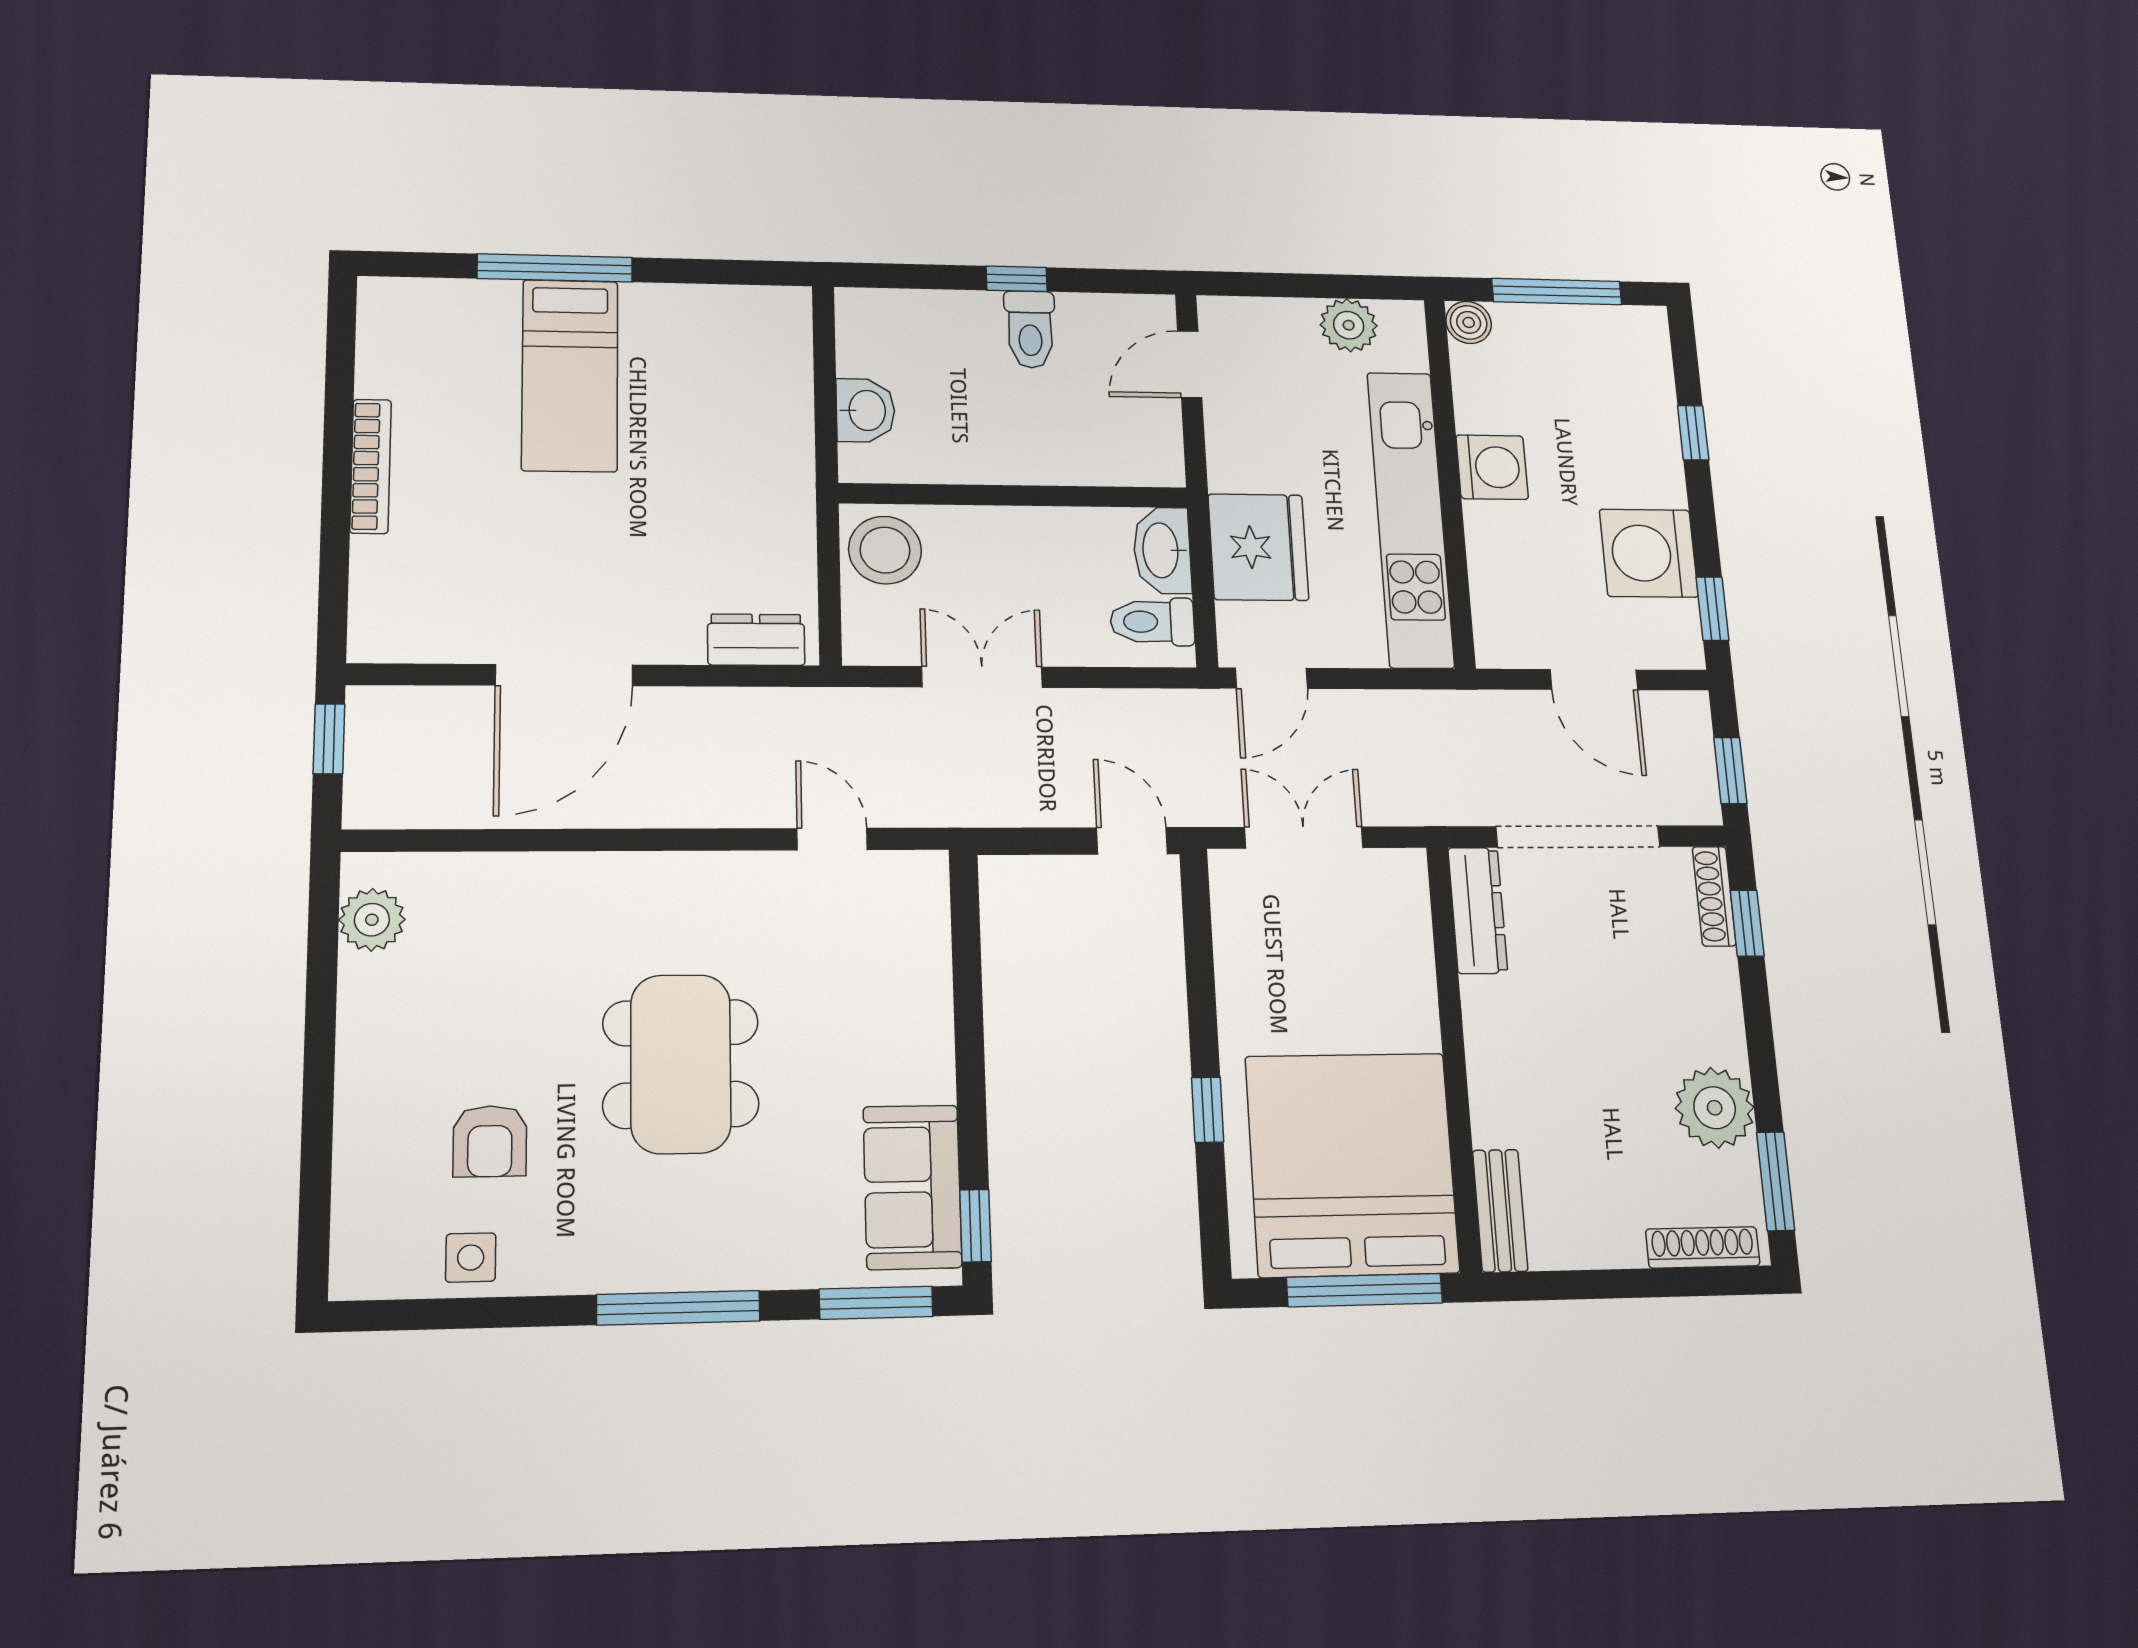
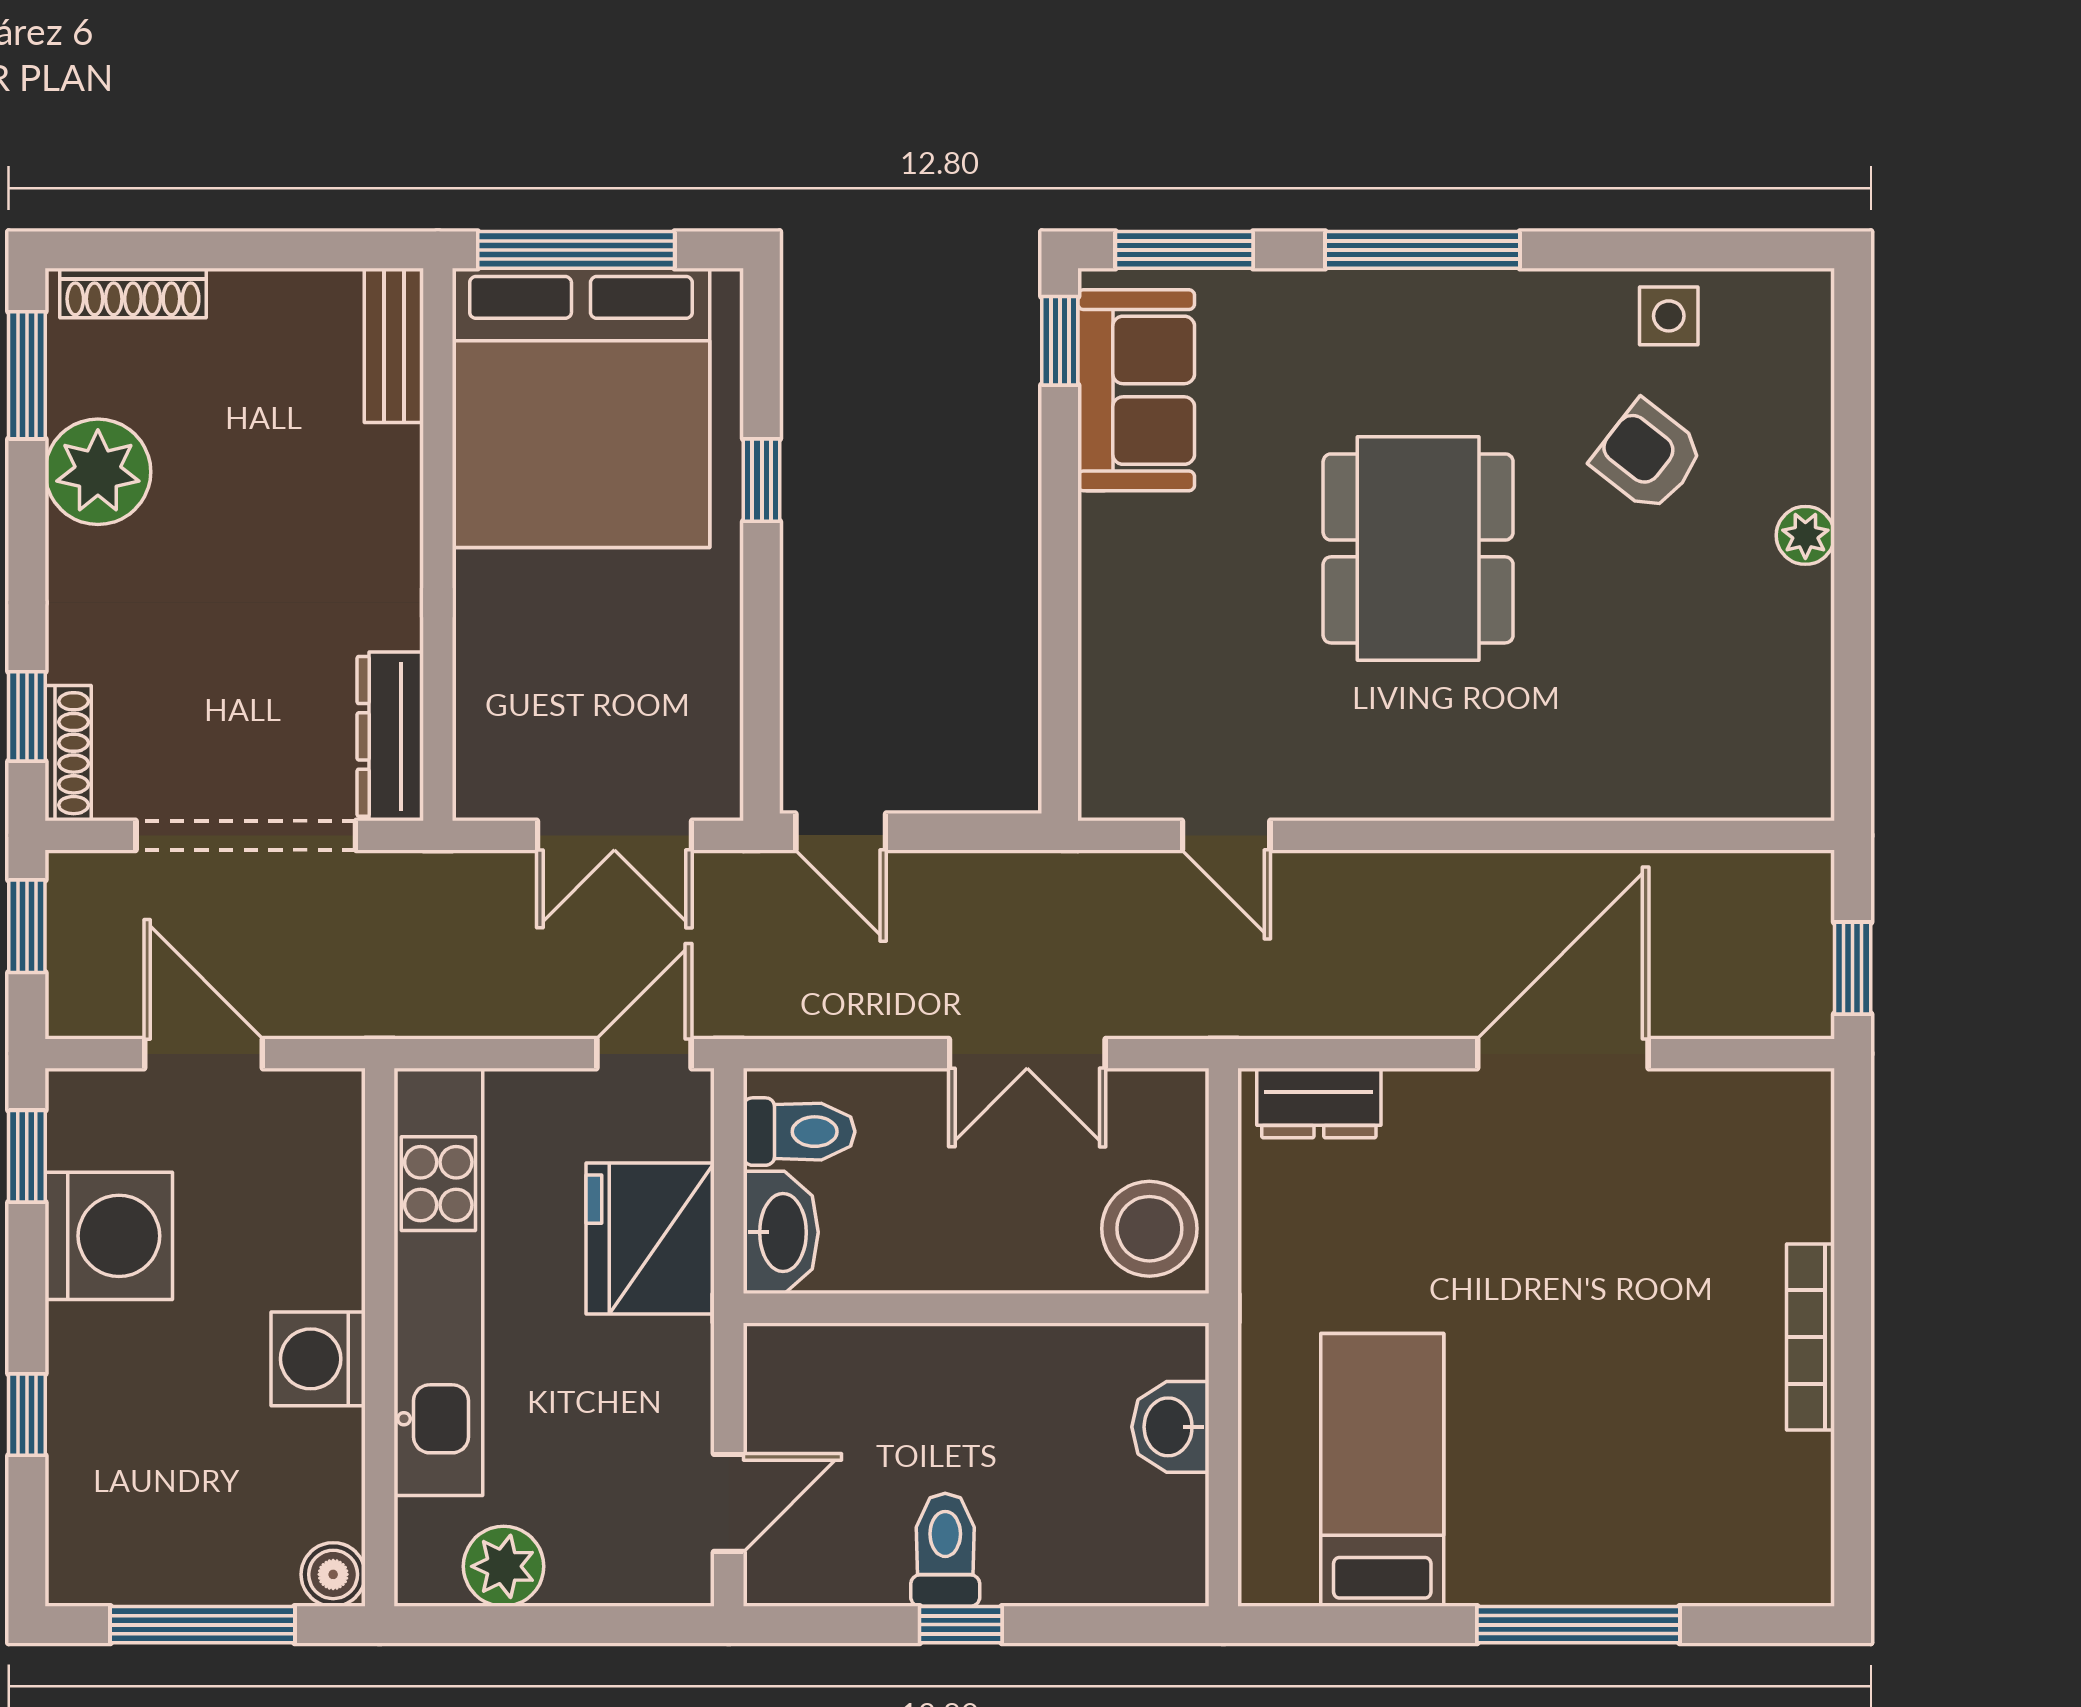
bed: (570, 375) -> (1382, 1470), moved
plant: (372, 920) -> (1805, 535), moved, width x0.73, depth x0.73
armchair: (490, 1141) -> (1648, 456), turned -52

